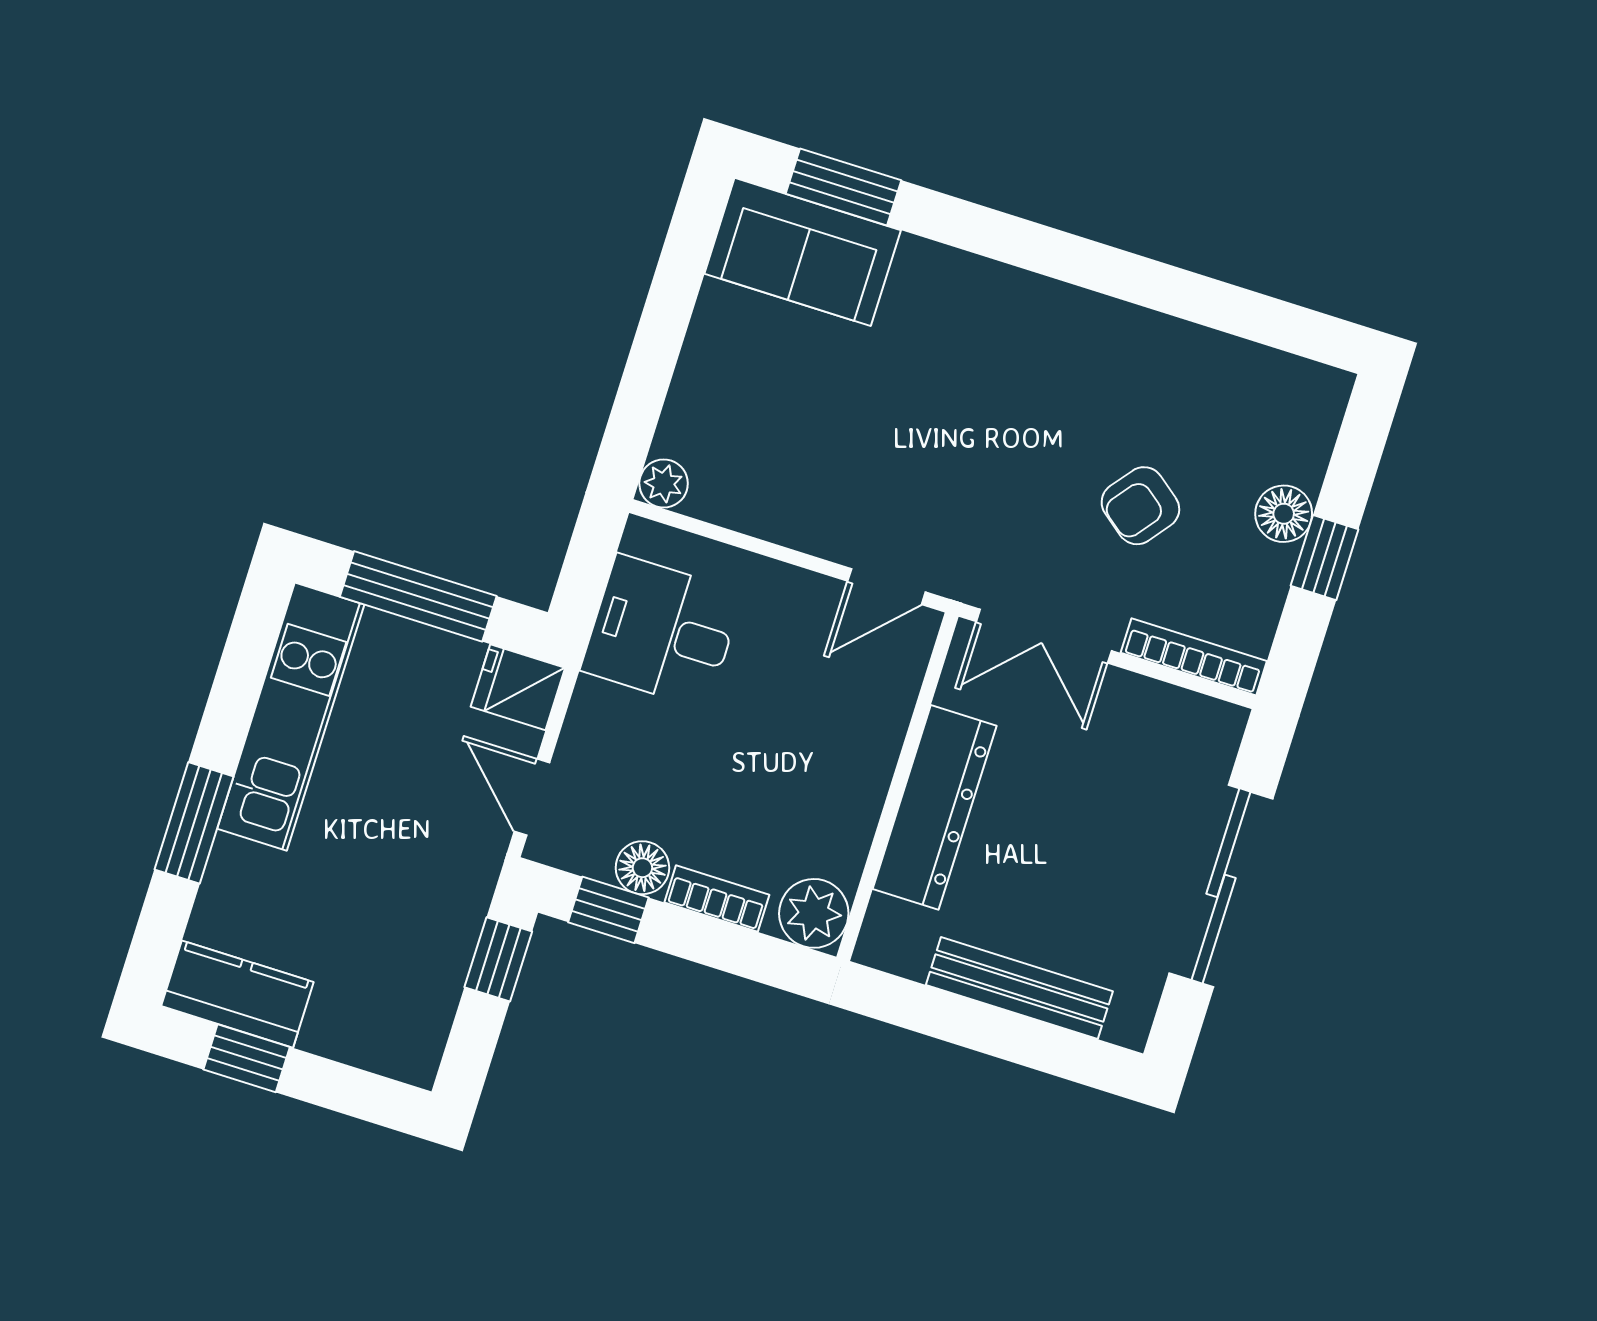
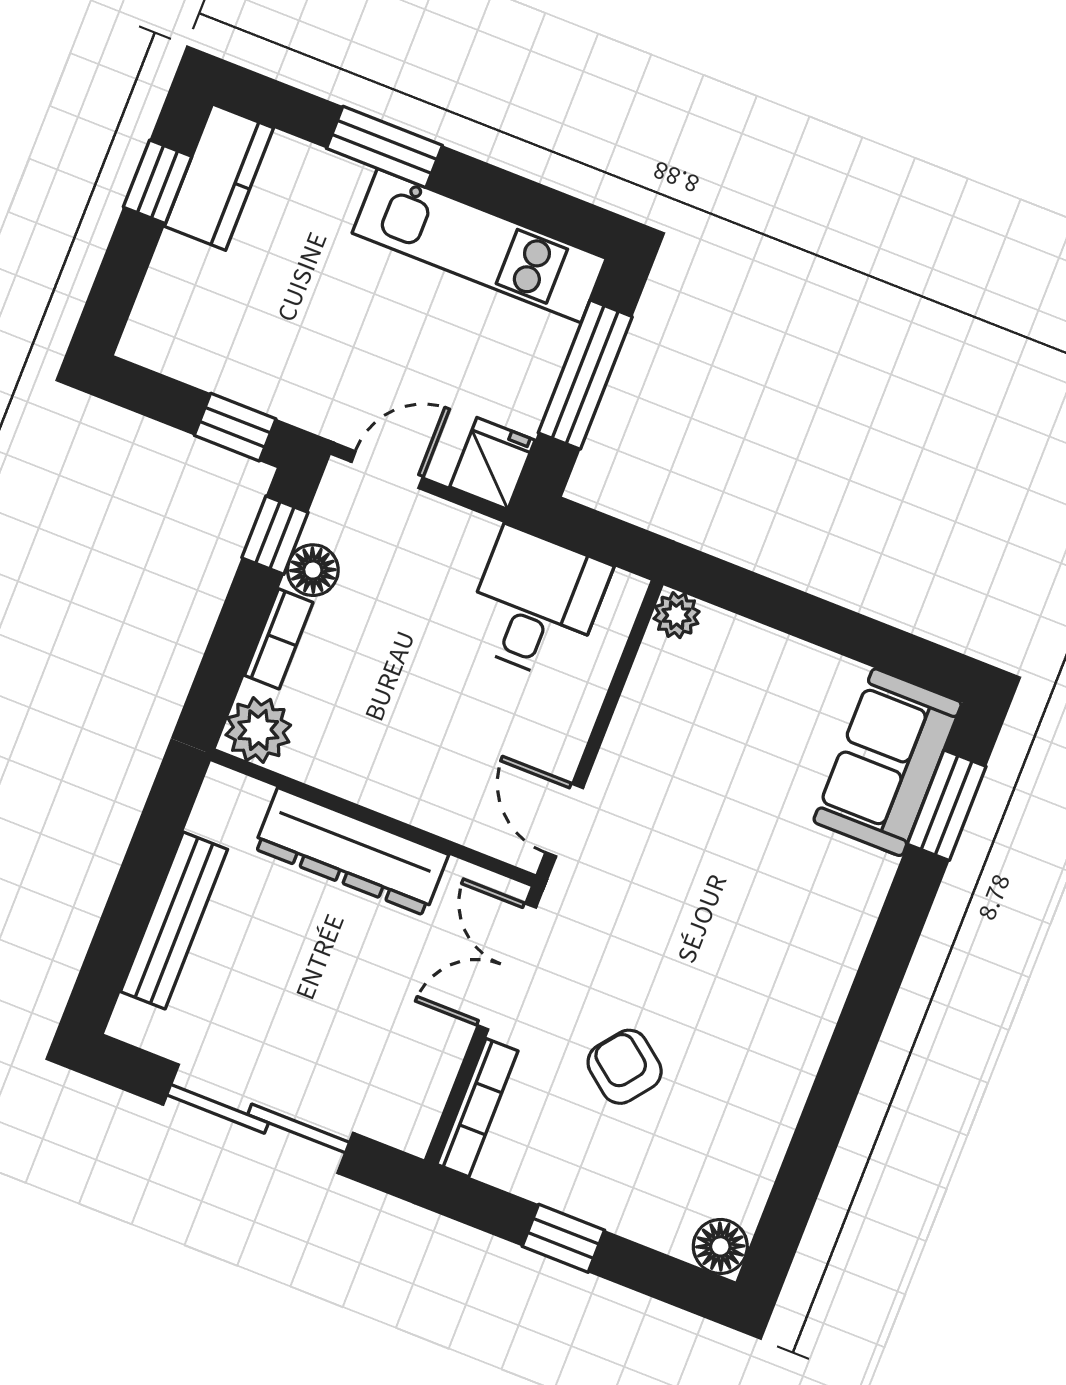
floor lamp: (1284, 514) -> (720, 1246), moved

